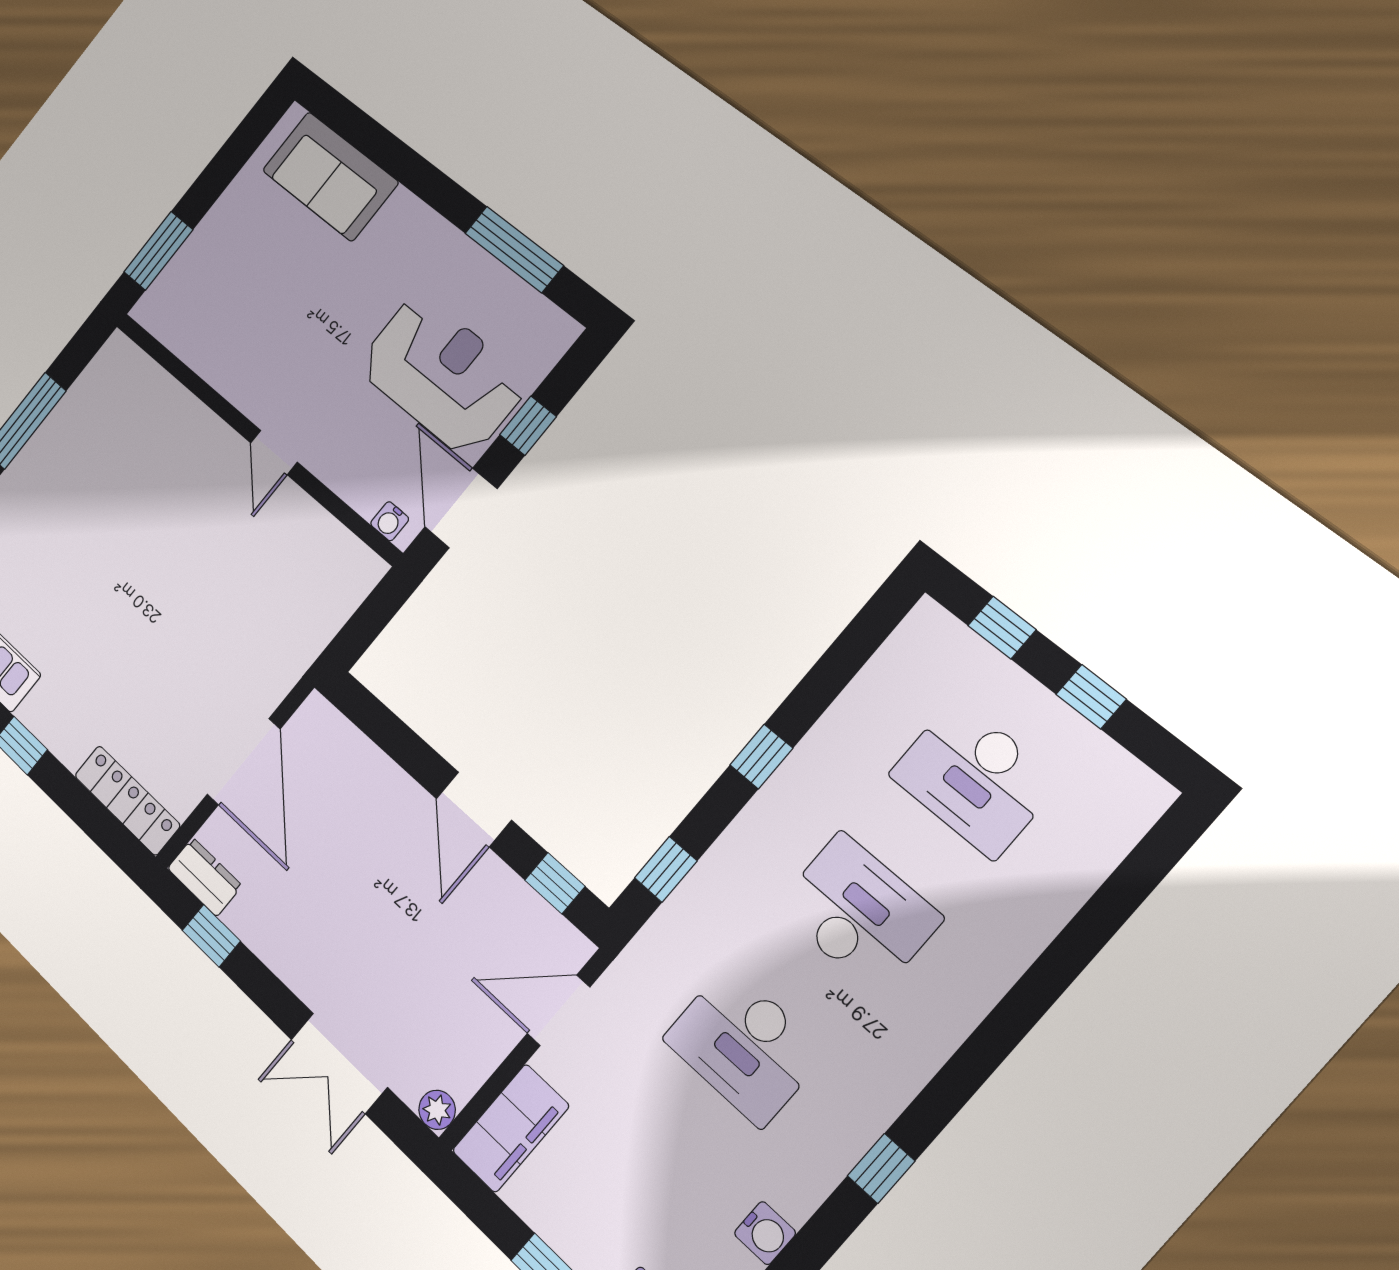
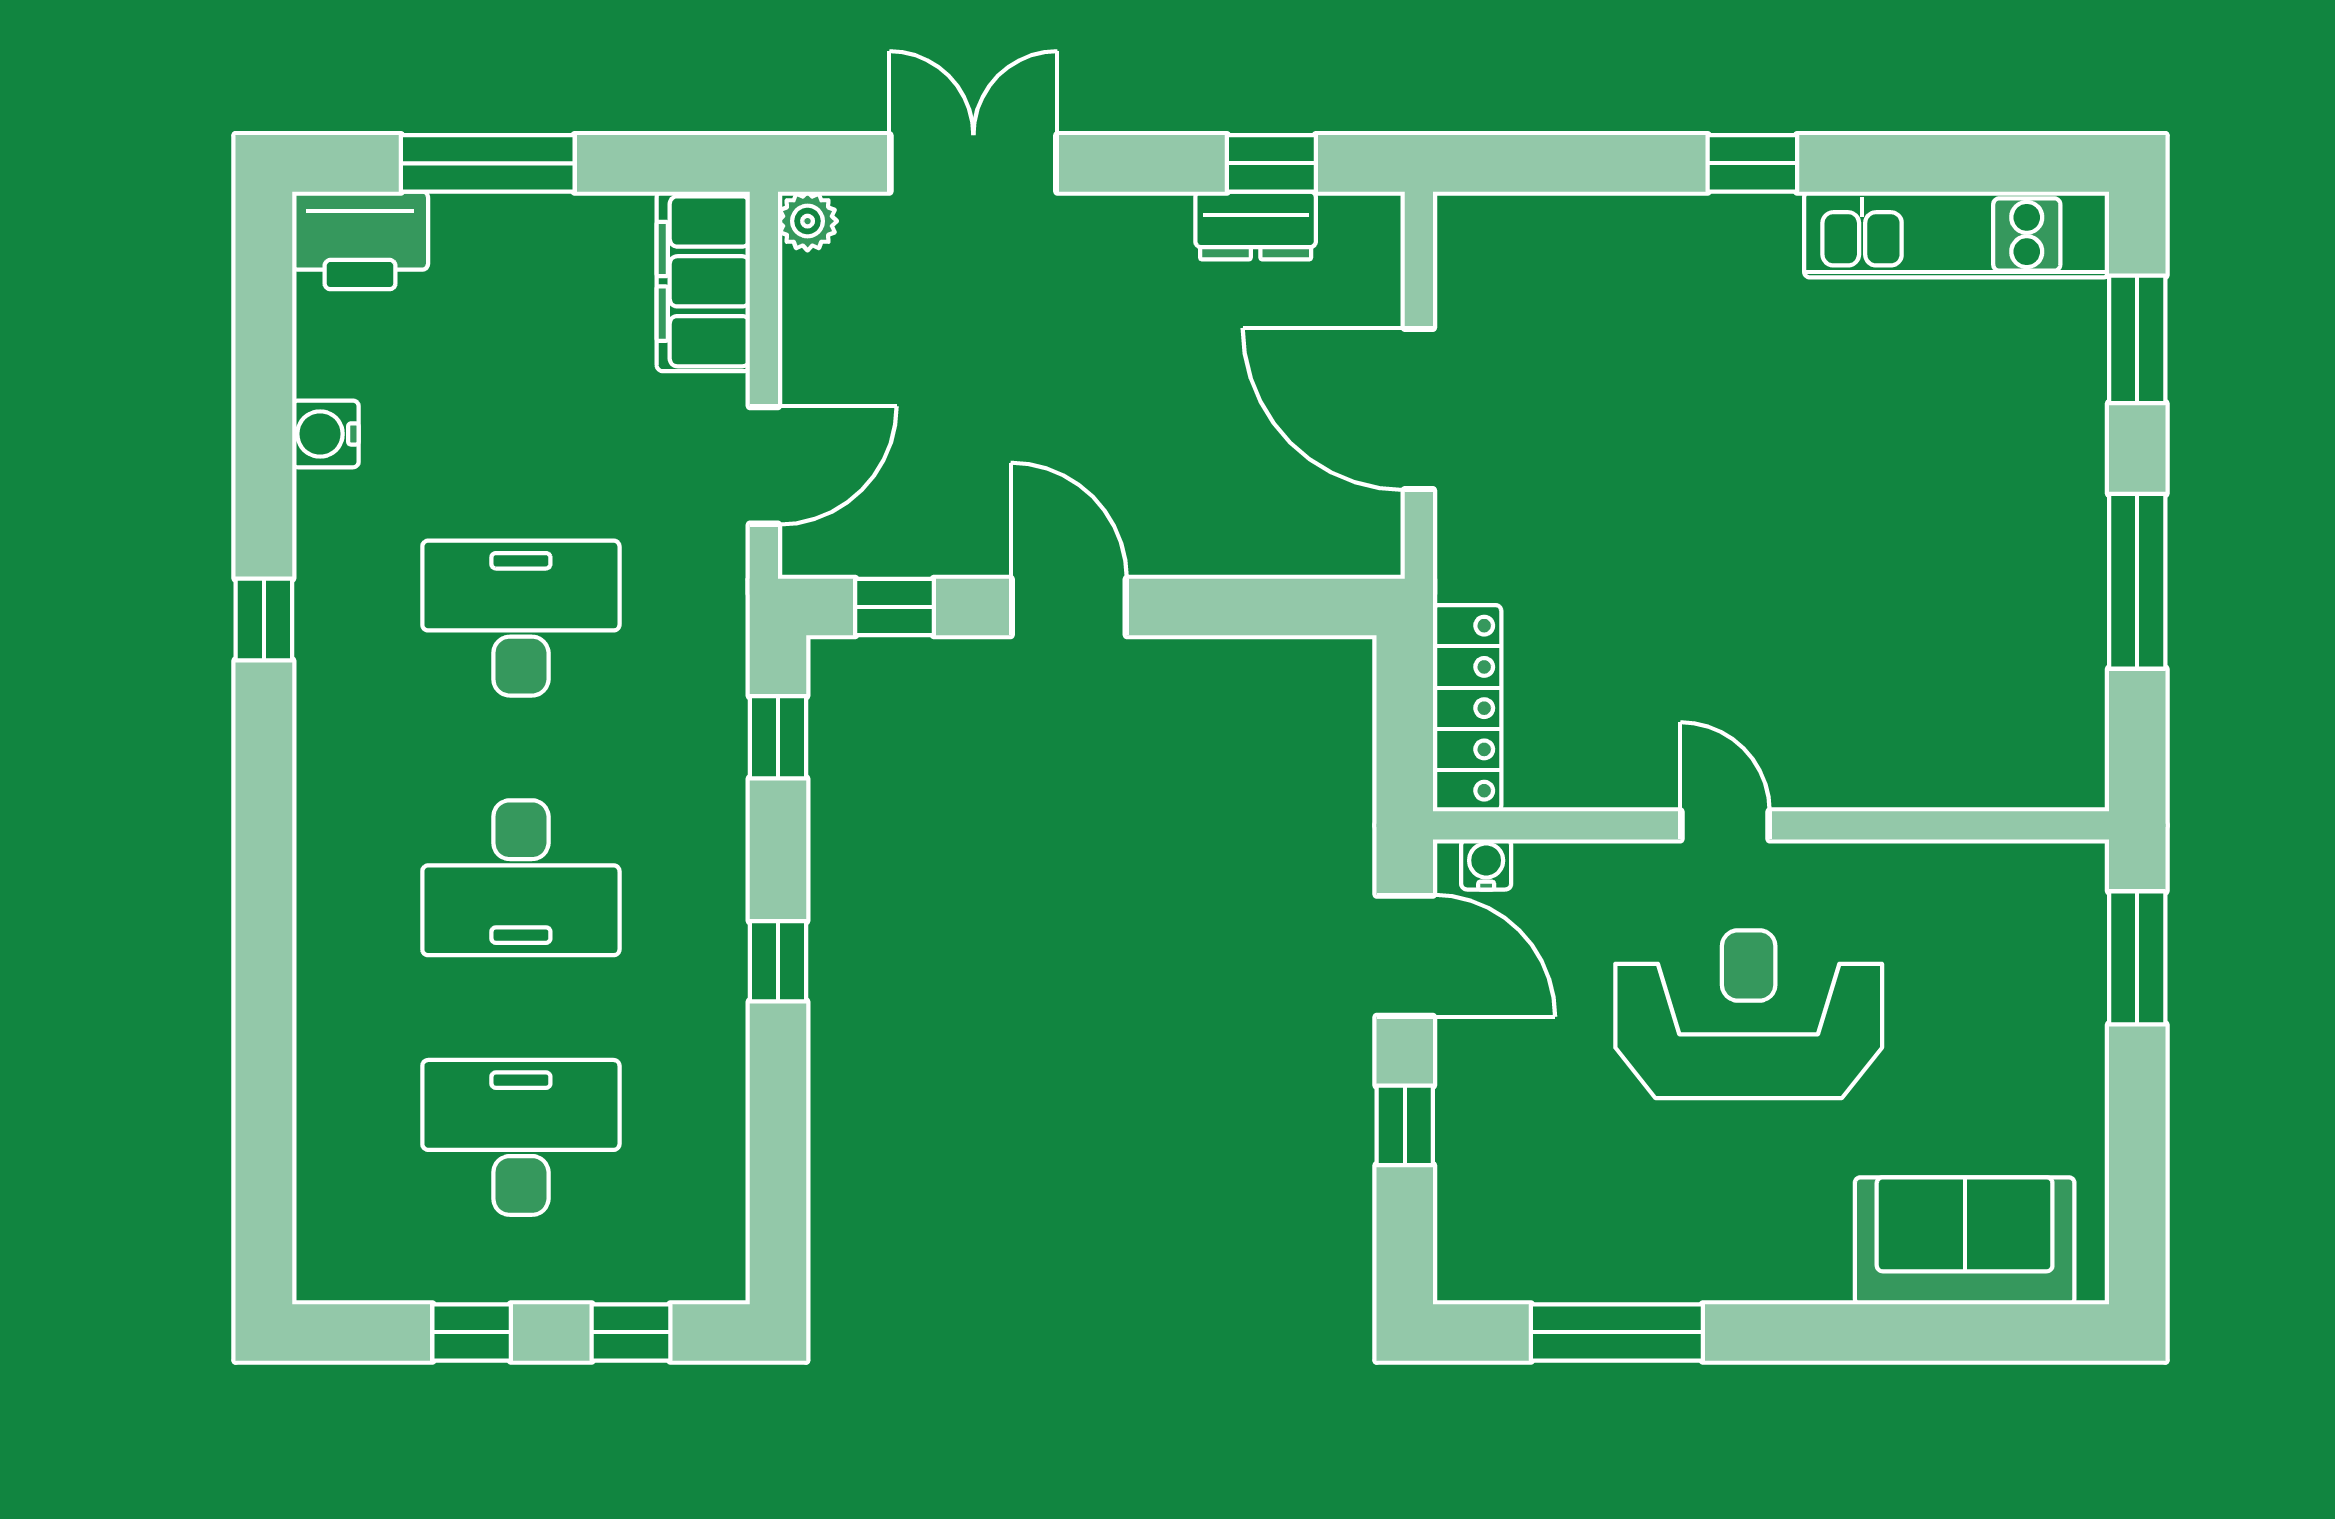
reception desk: (442, 375) -> (1749, 1014), moved, turned 180
locker: (127, 800) -> (1467, 708), moved, turned -90
dresser: (205, 877) -> (1256, 225), moved

